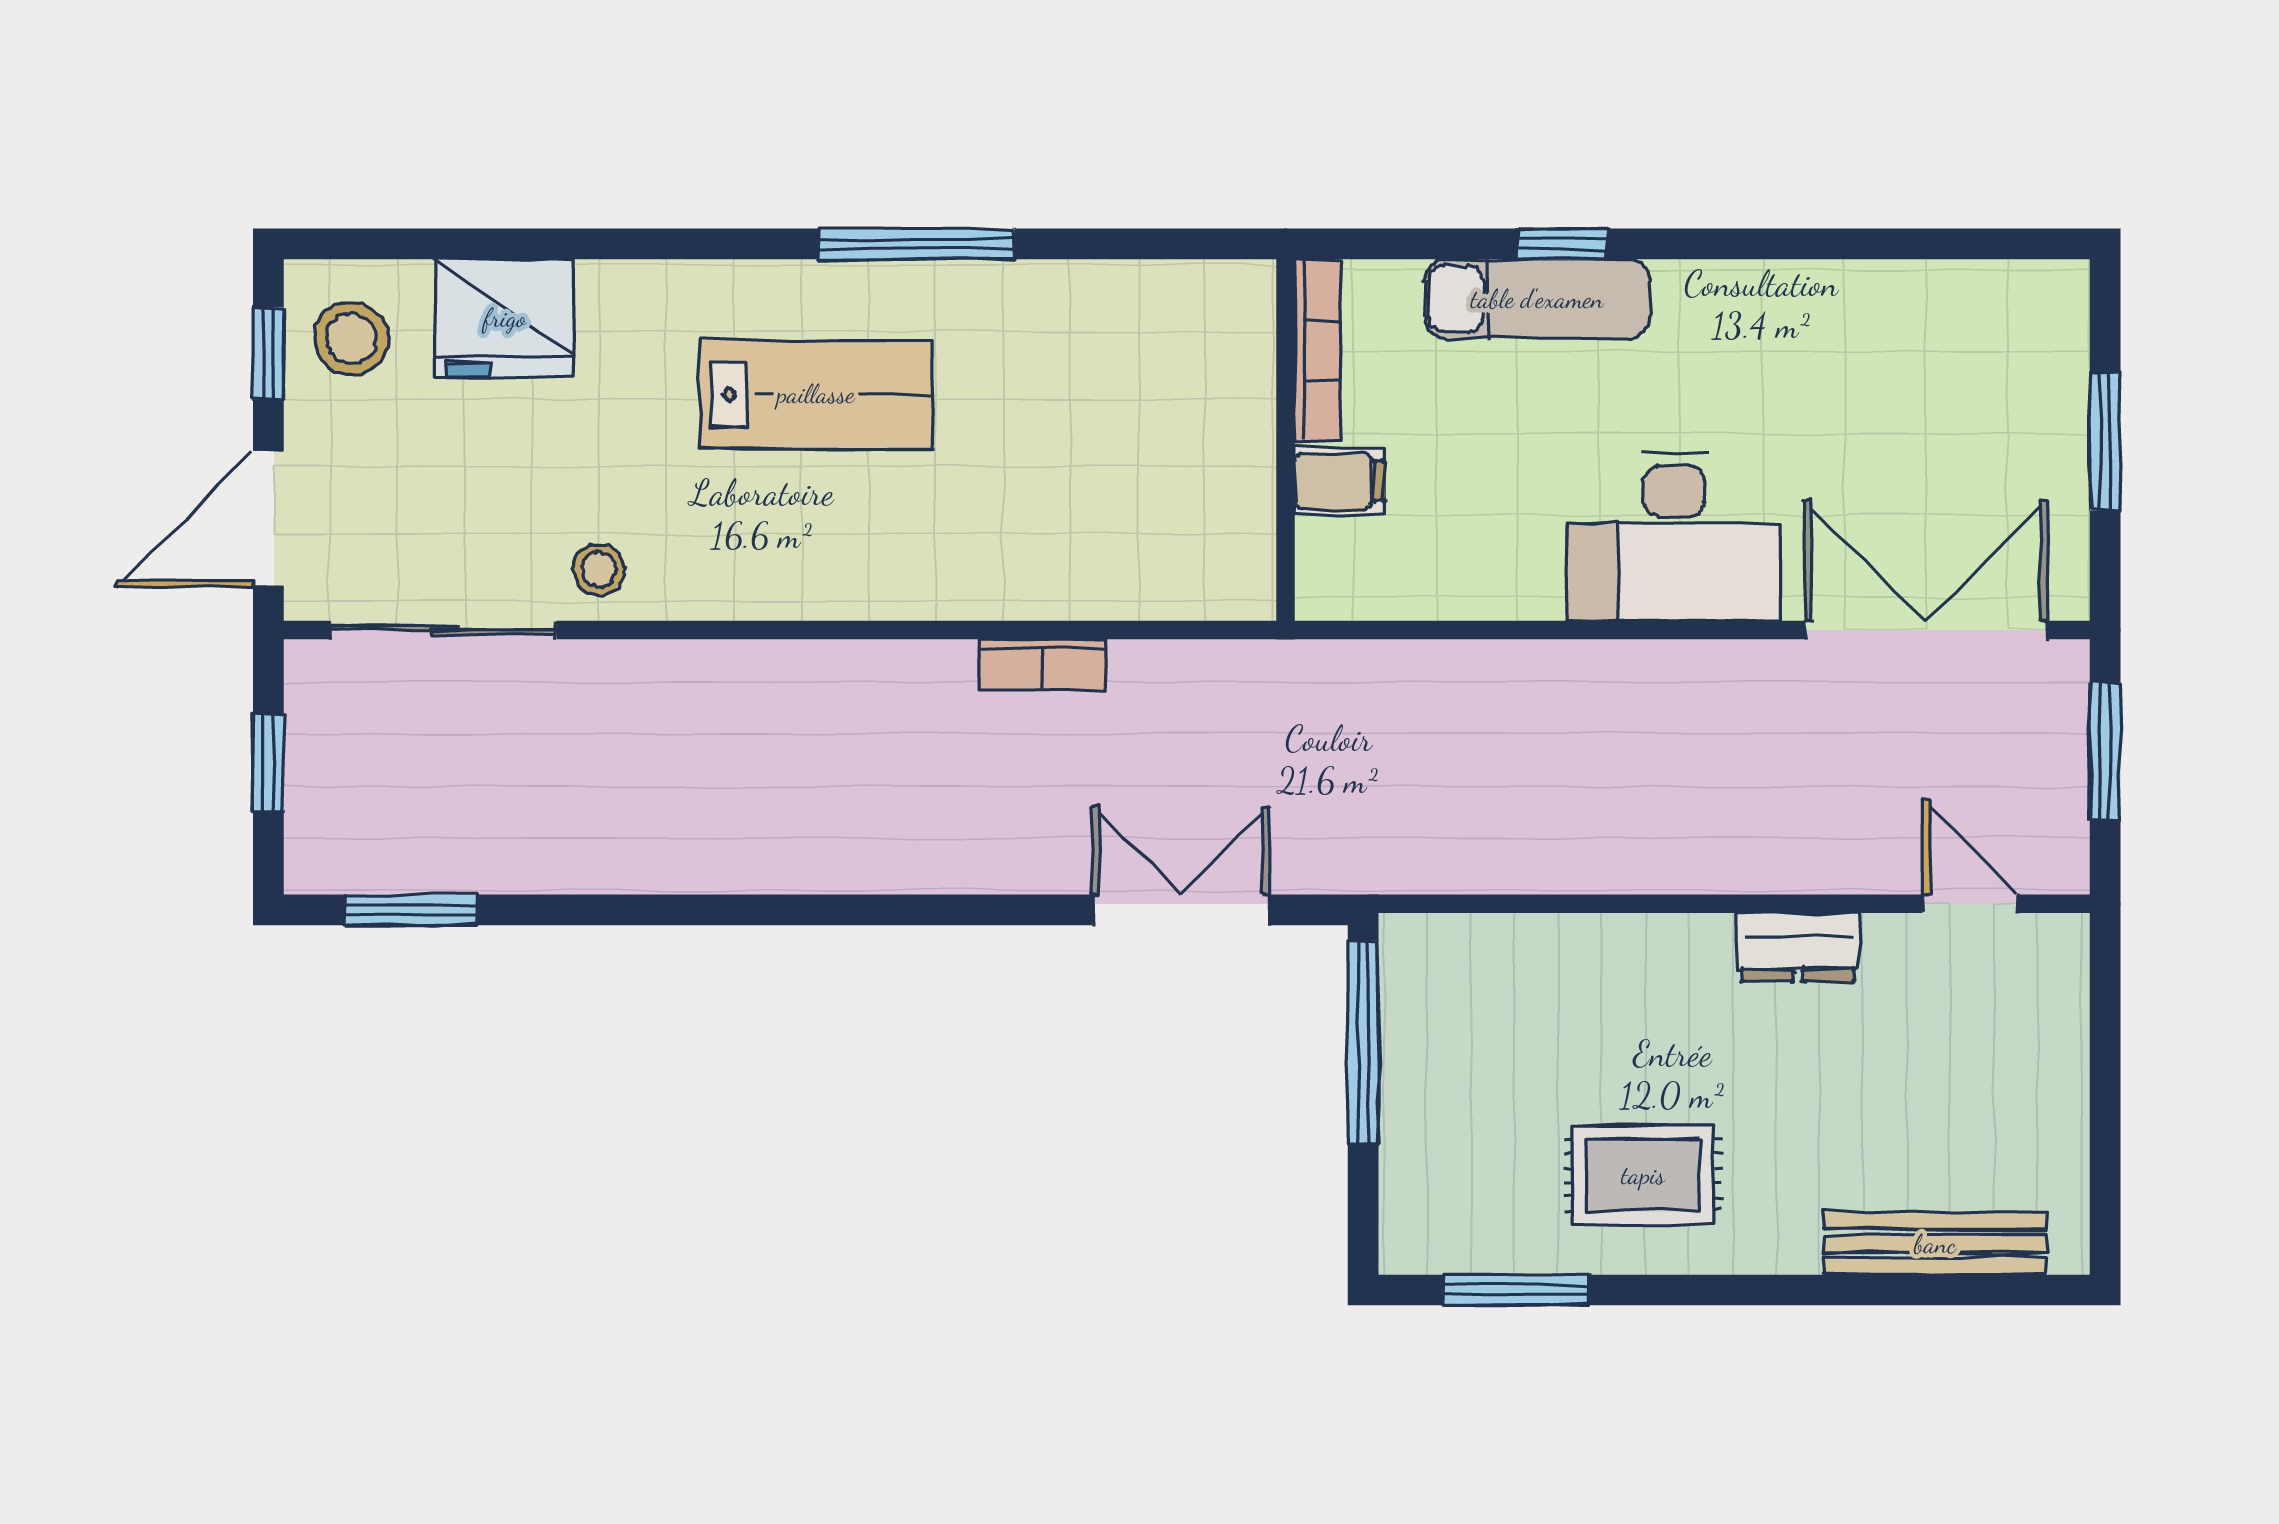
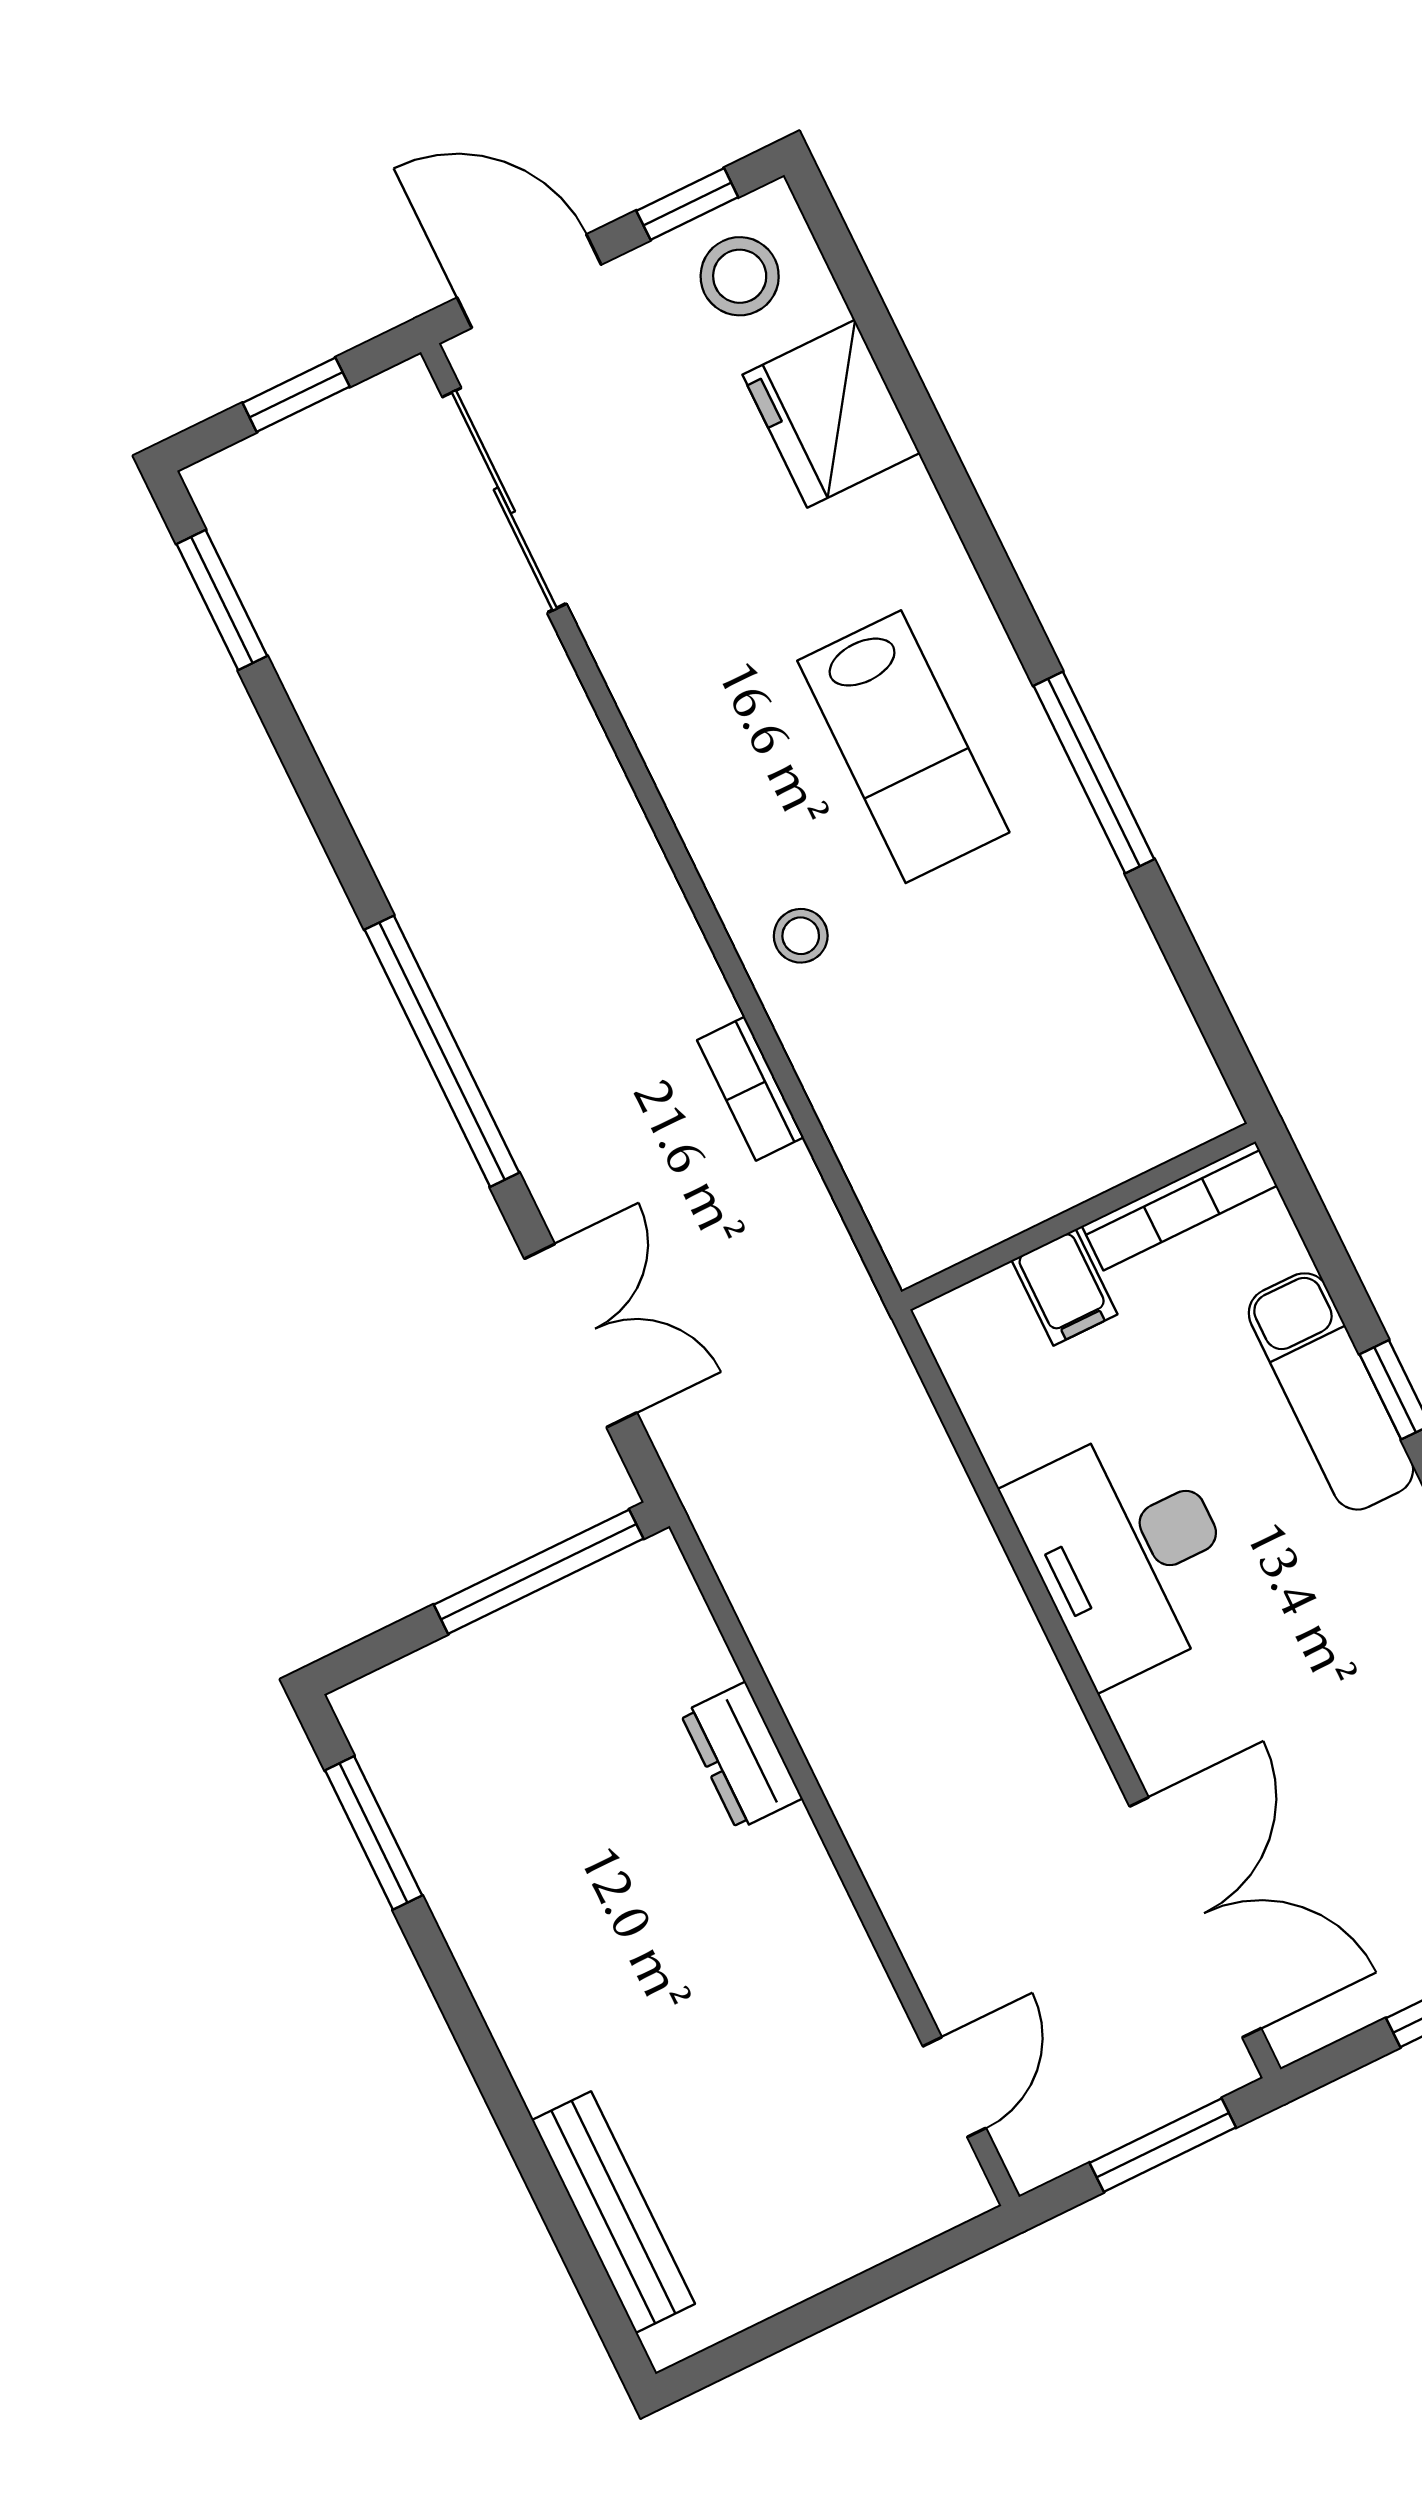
desk: (1674, 537) -> (1128, 1552), moved
stool: (599, 569) -> (801, 936), moved
window: (883, 910) -> (442, 1051), added
dresser: (1798, 947) -> (741, 1756), moved
rug: (1643, 1175) -> (543, 1901), removed

